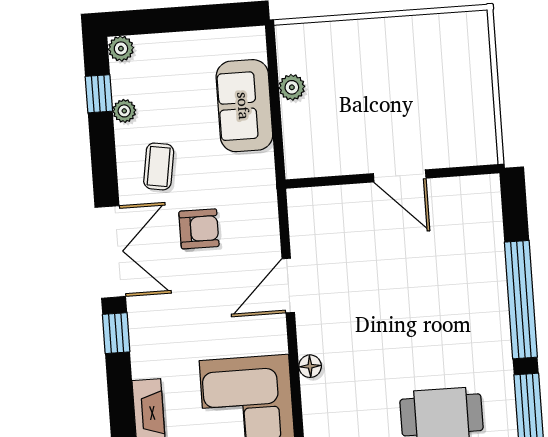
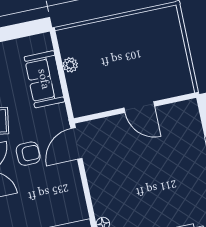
door: (288, 286) -> (76, 144), moved

